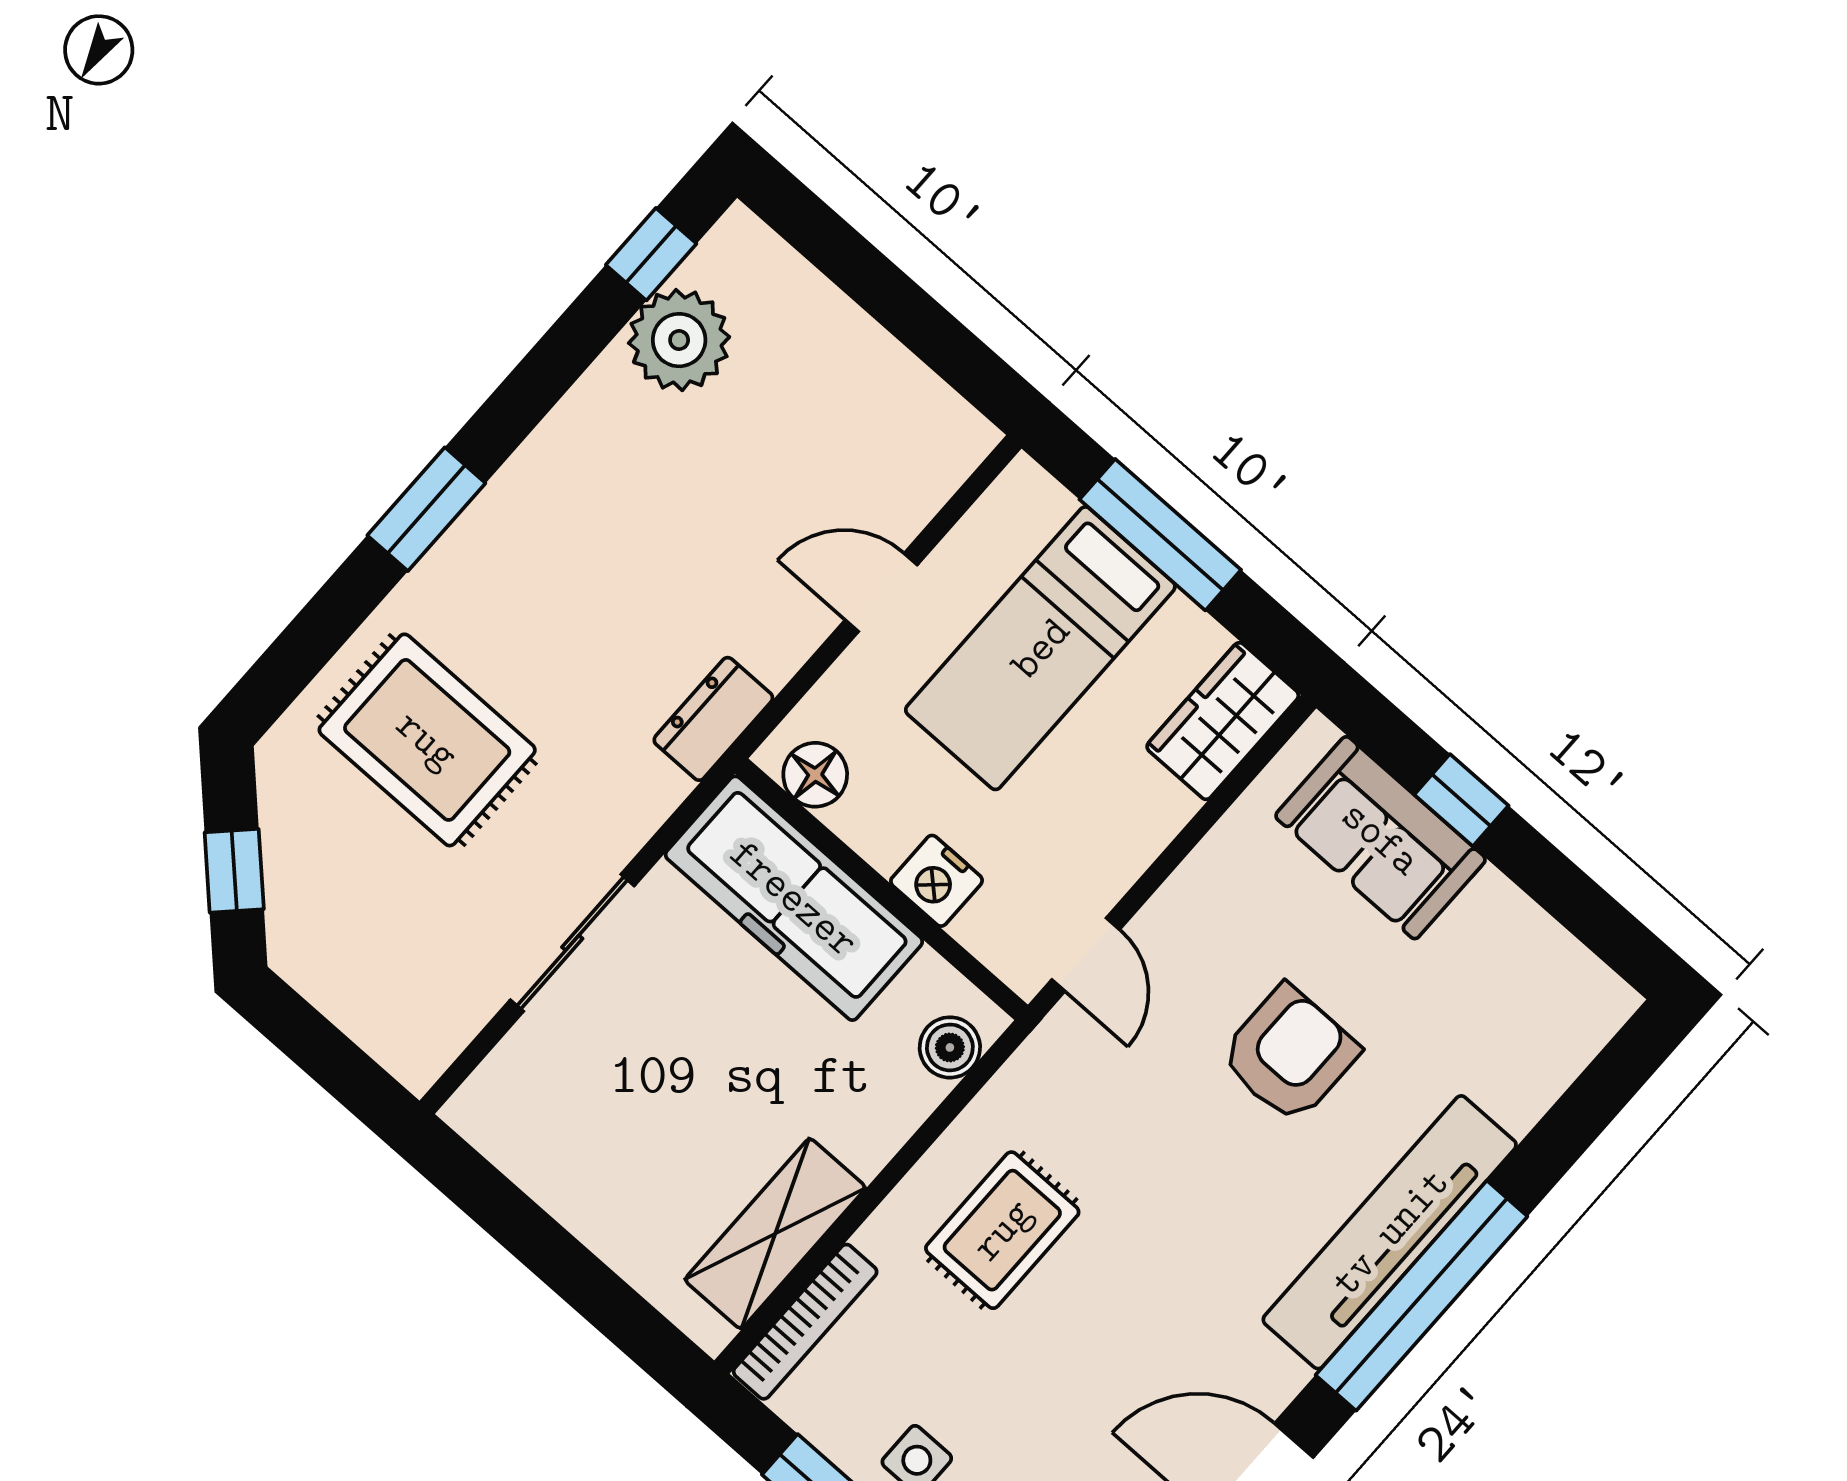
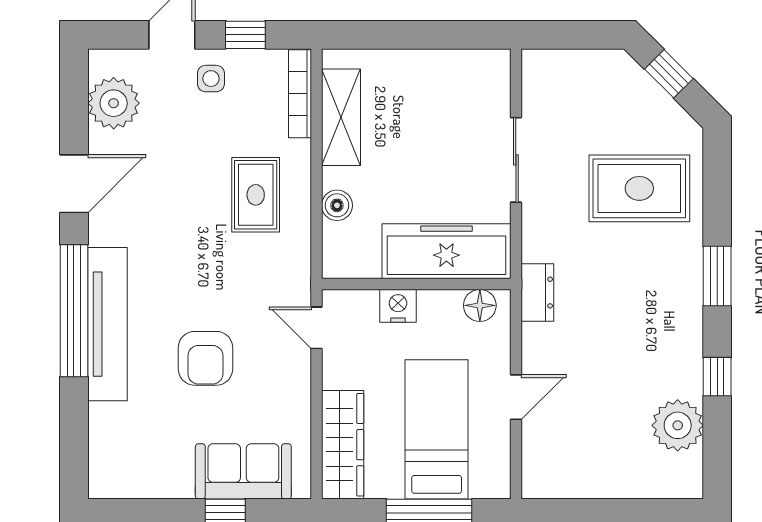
window: (651, 254) -> (717, 377), moved
wardrobe: (1223, 721) -> (343, 445), width x1.50
boiler: (950, 1047) -> (337, 205), moved

